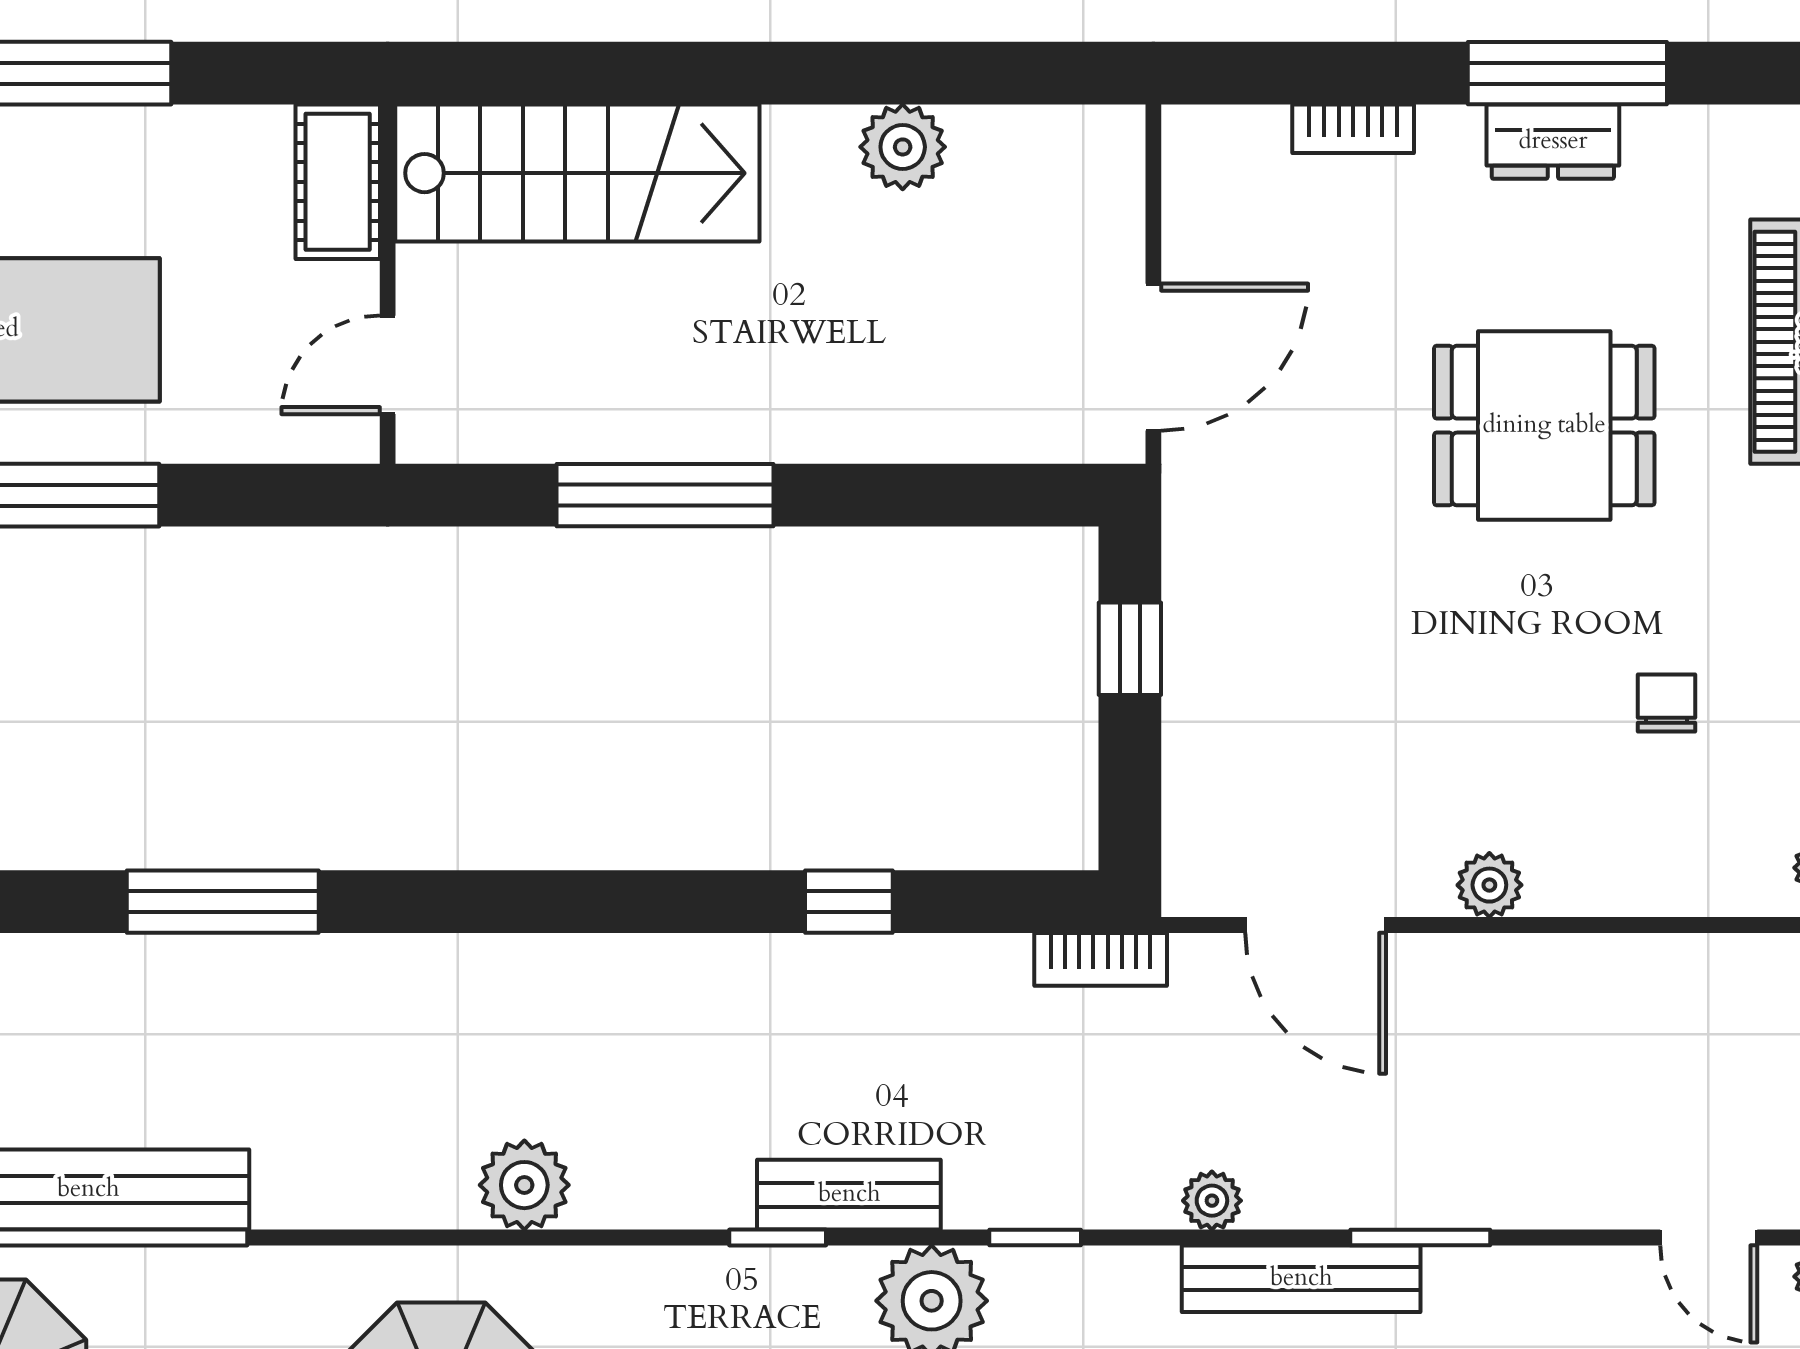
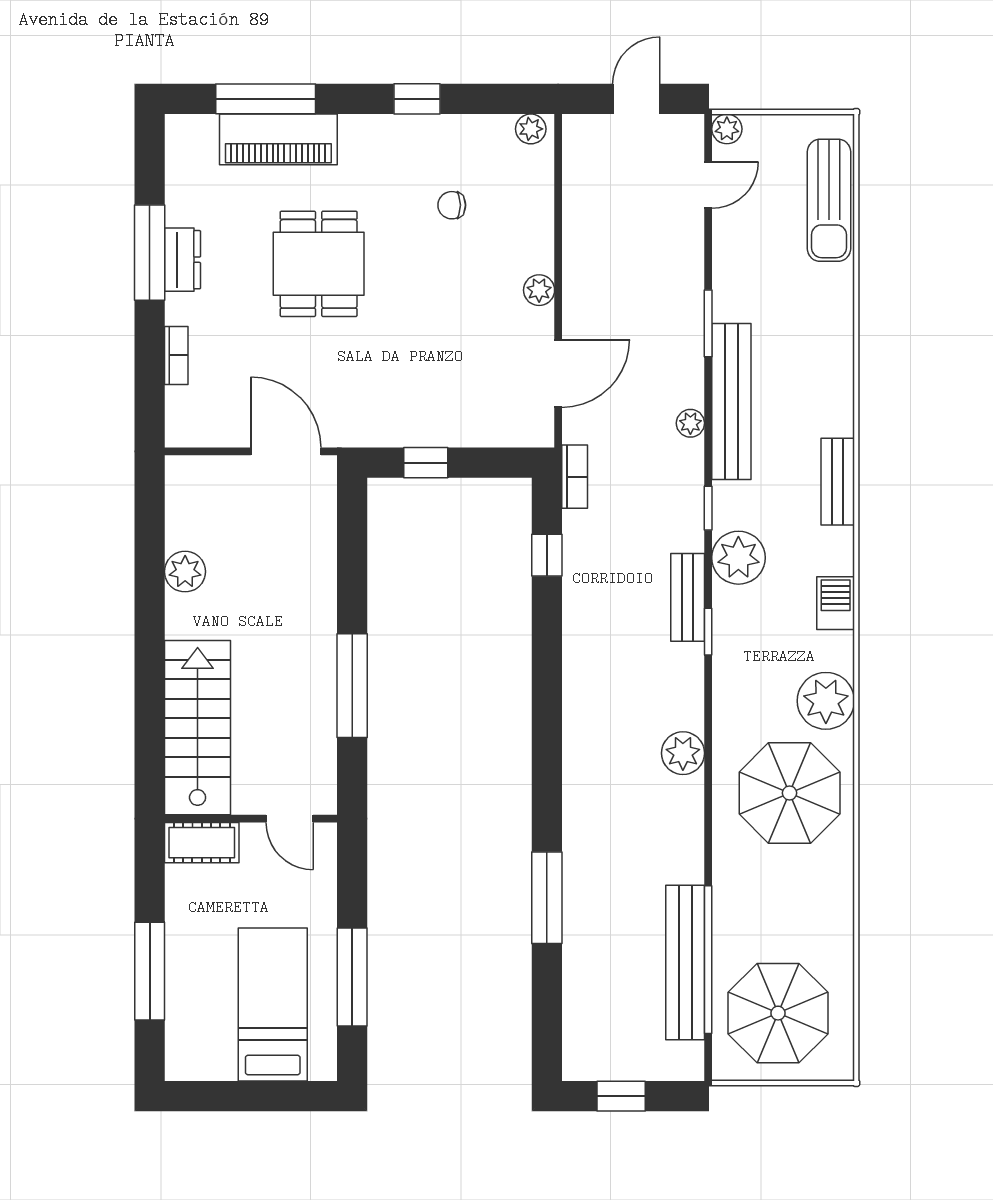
window: (849, 902) -> (547, 555), moved
bench: (1301, 1279) -> (731, 401), width x1.37, depth x1.21

